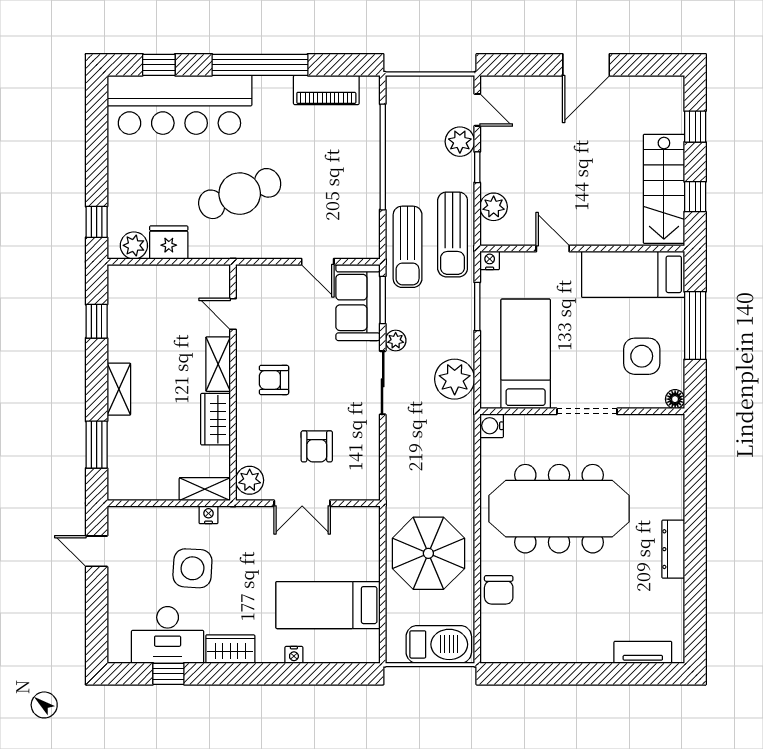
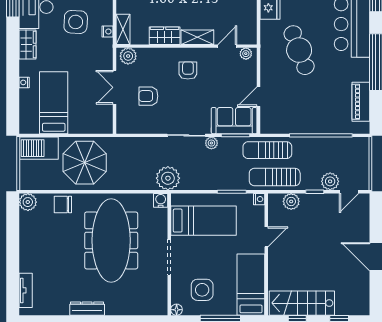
plant: (246, 283) -> (246, 54), added
plant: (455, 379) -> (168, 178), moved
barbecue: (439, 644) -> (39, 148), moved, turned 90
plant: (495, 649) -> (28, 202), added

